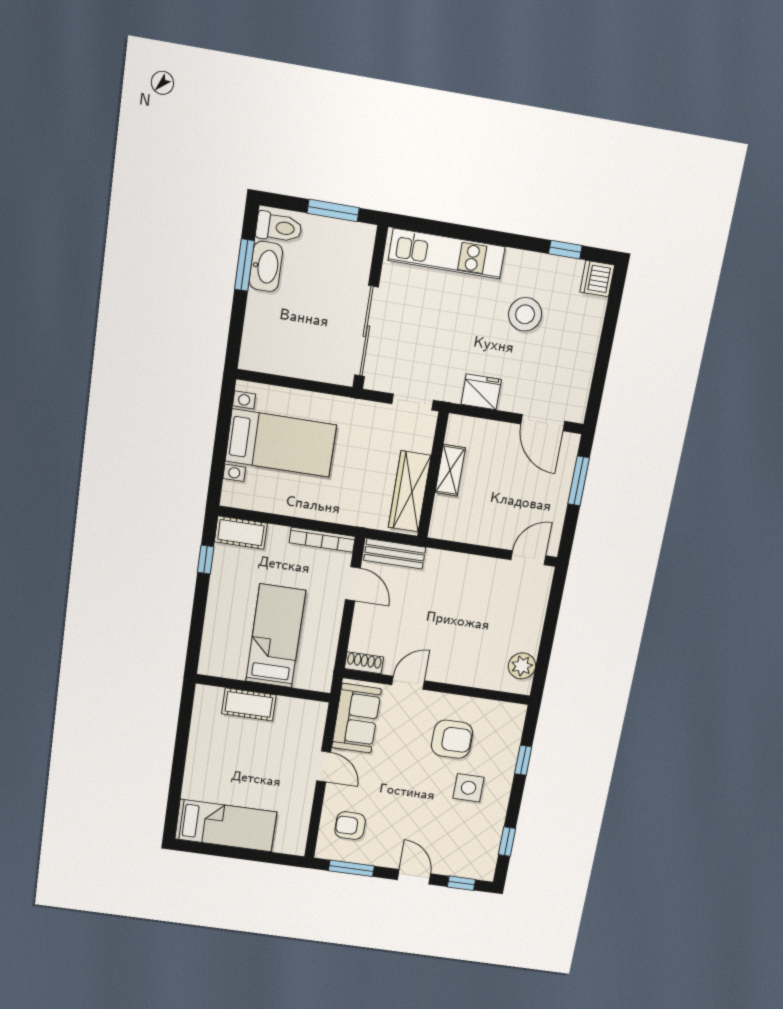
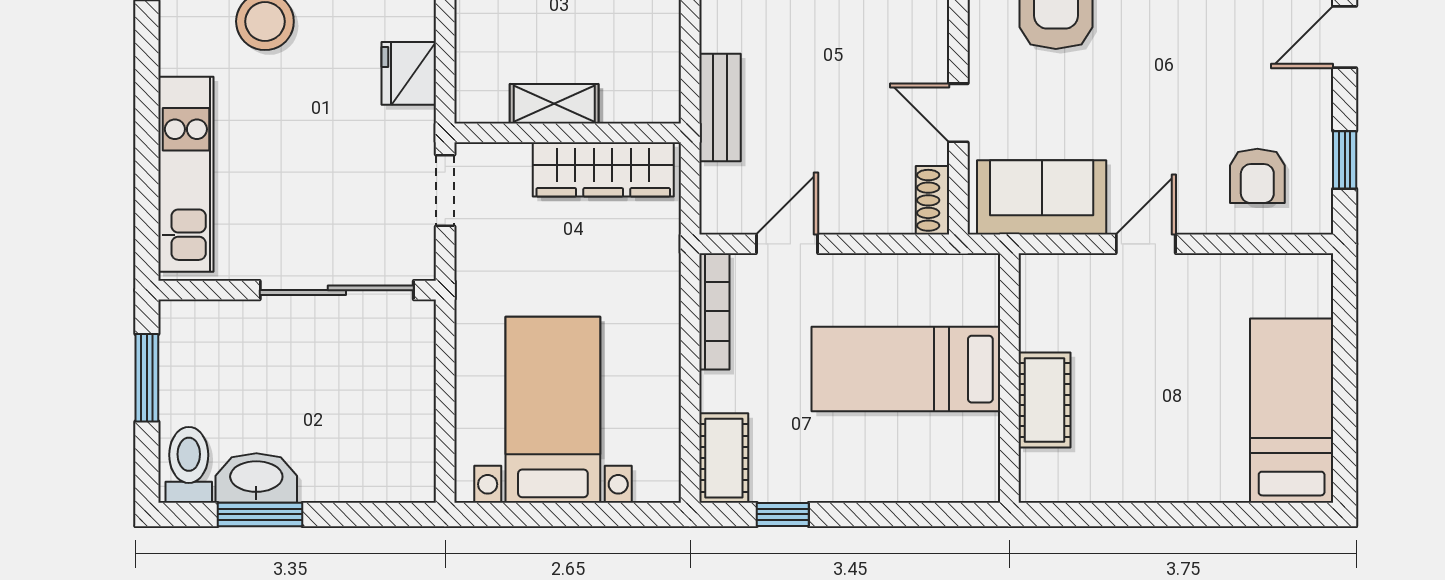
bench: (395, 554) -> (720, 107), moved
window: (351, 868) -> (1345, 160), width x0.67

